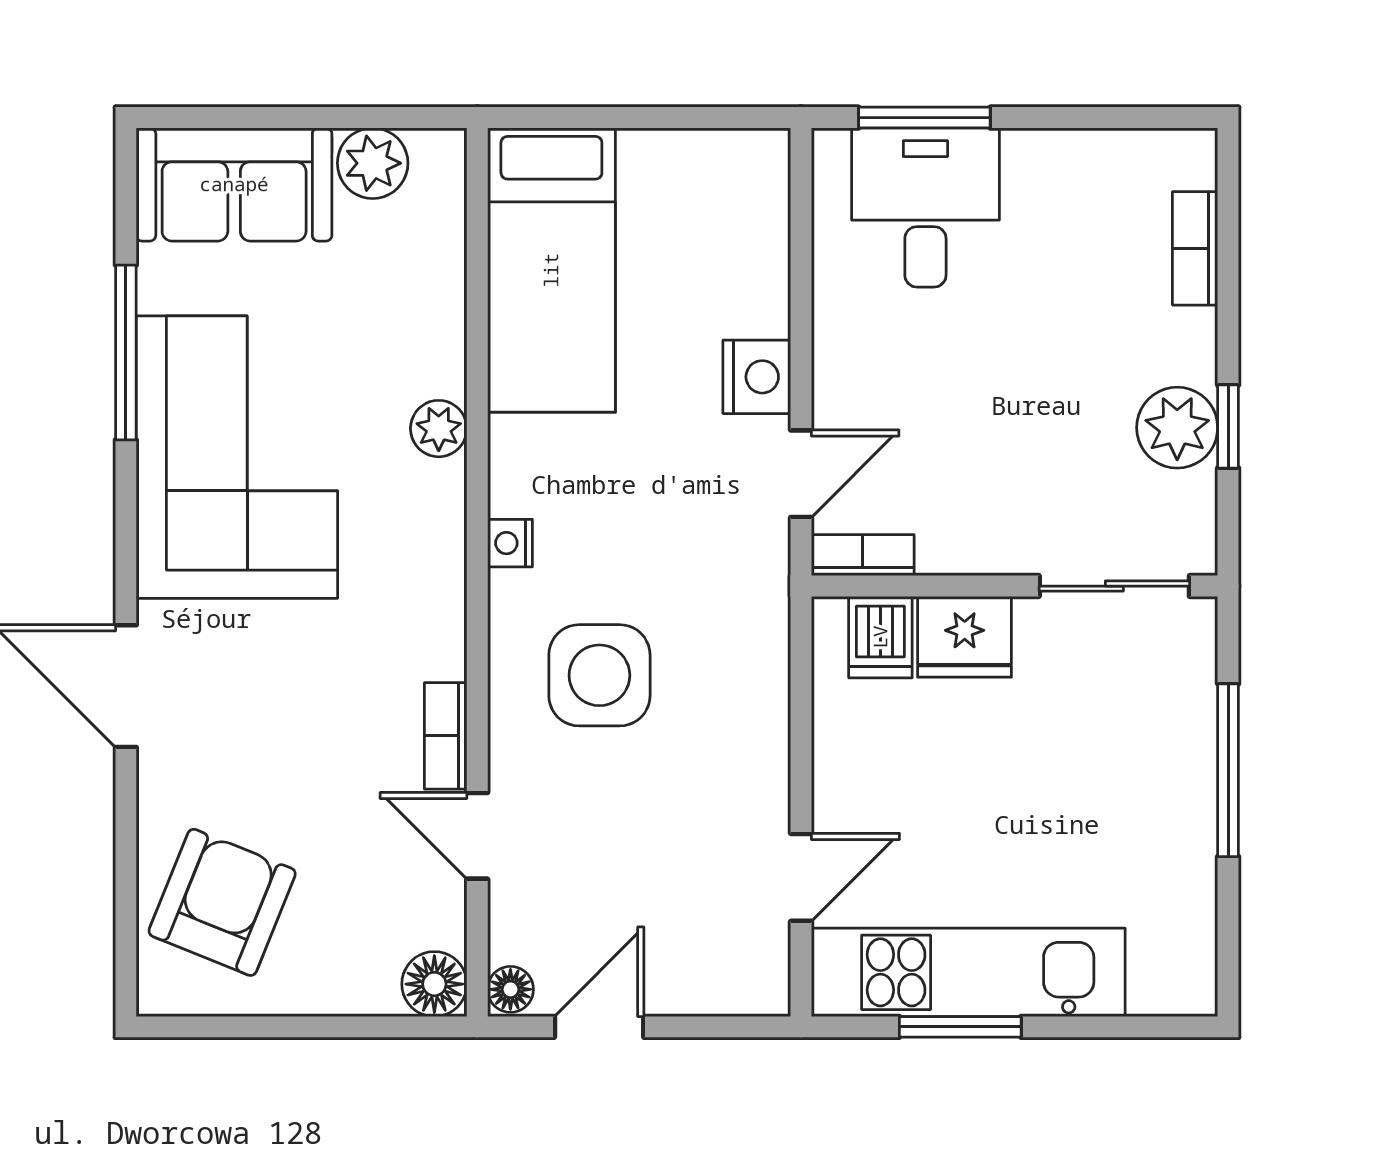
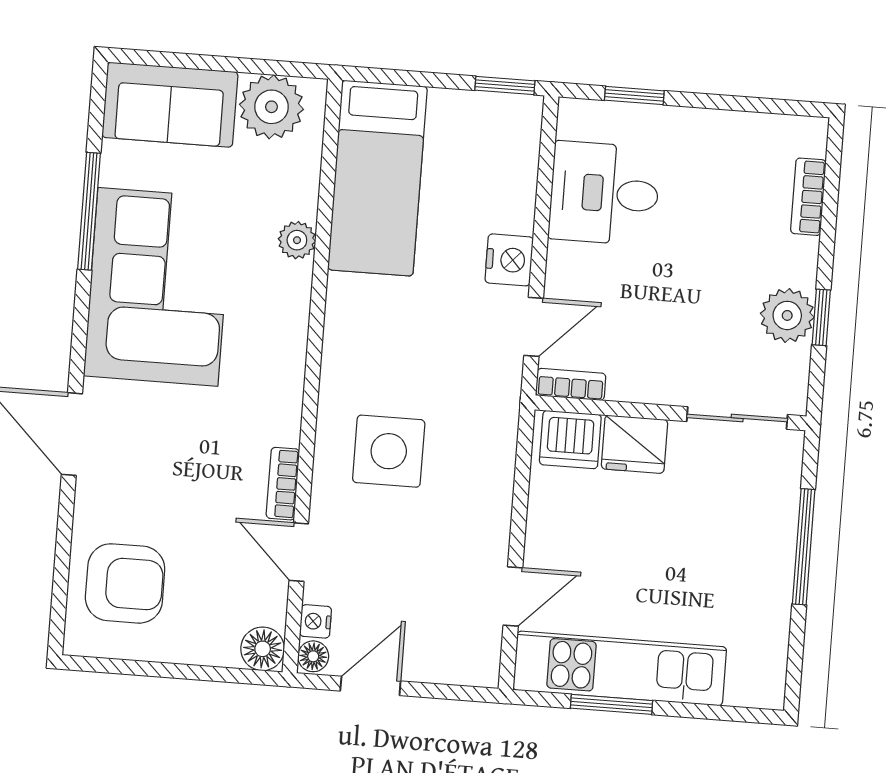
window: (731, 118) -> (505, 85), added
window: (924, 118) -> (634, 95), width x0.67
plant: (373, 163) -> (272, 107), width x1.36, depth x1.36
desk: (925, 208) -> (604, 193), moved, turned -90
plant: (439, 429) -> (297, 240), moved
nightstand: (510, 543) -> (316, 621), moved
dishwasher: (880, 637) -> (570, 440), width x1.38
armchair: (222, 902) -> (125, 583), turned 68

